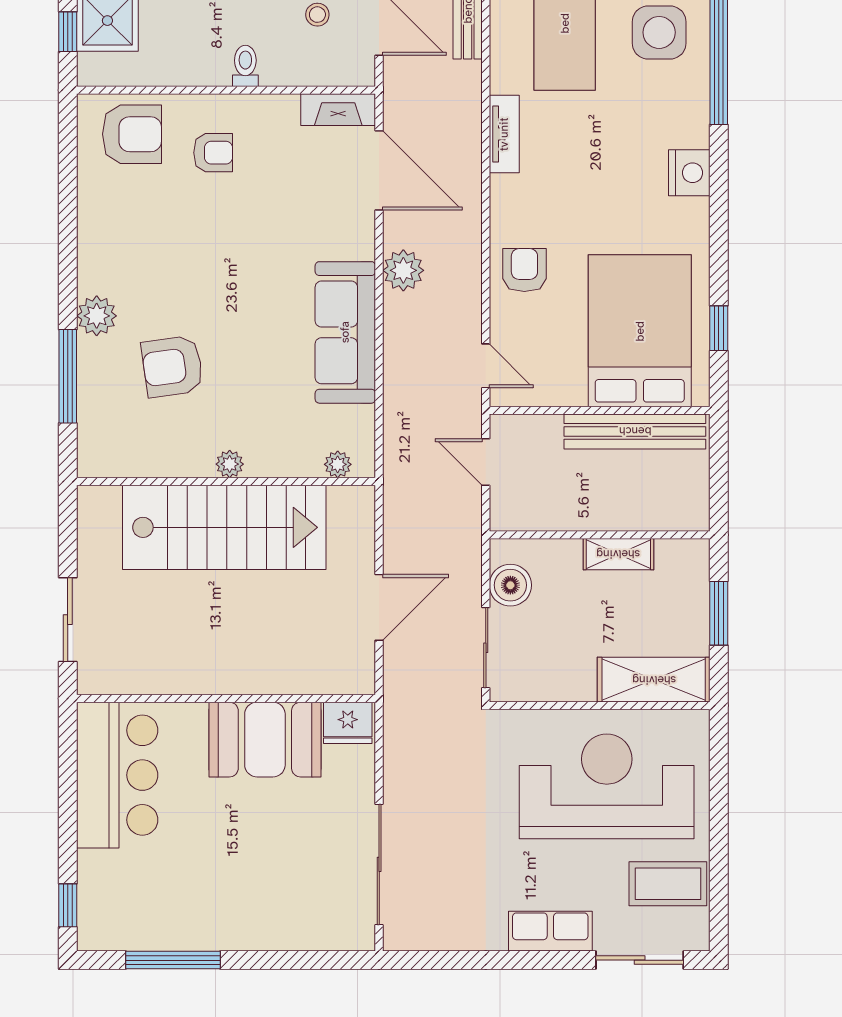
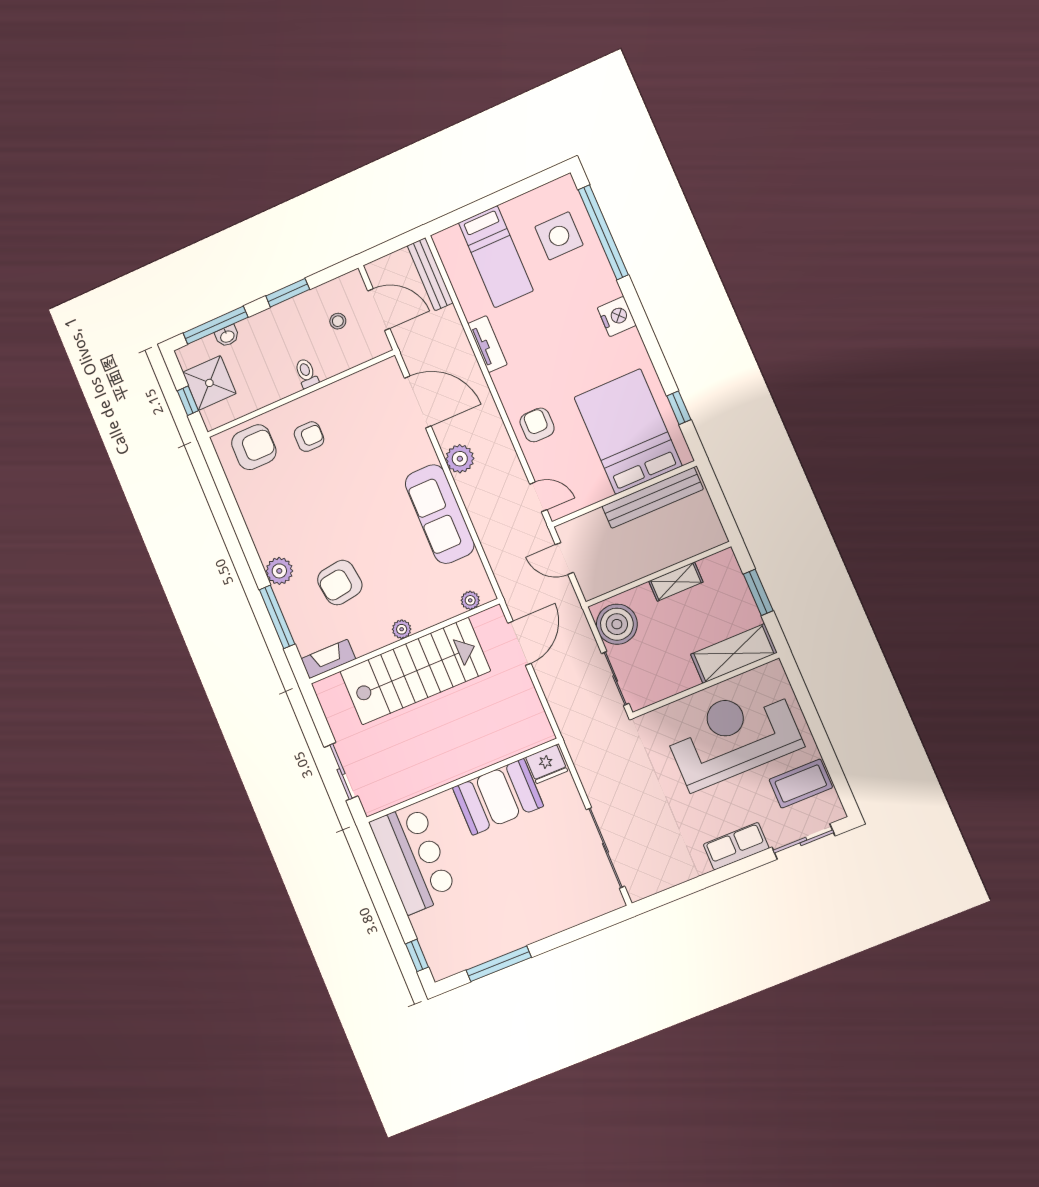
fireplace: (338, 110) -> (328, 659), moved, turned 180
boiler: (510, 585) -> (617, 624), width x1.37, depth x1.37
door: (379, 607) -> (519, 643), moved

